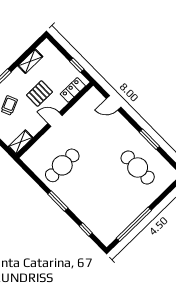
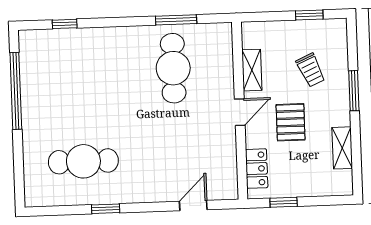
window: (149, 139) -> (106, 209), width x0.67
shelving: (21, 142) -> (252, 70), moved
window: (58, 201) -> (176, 20), moved

